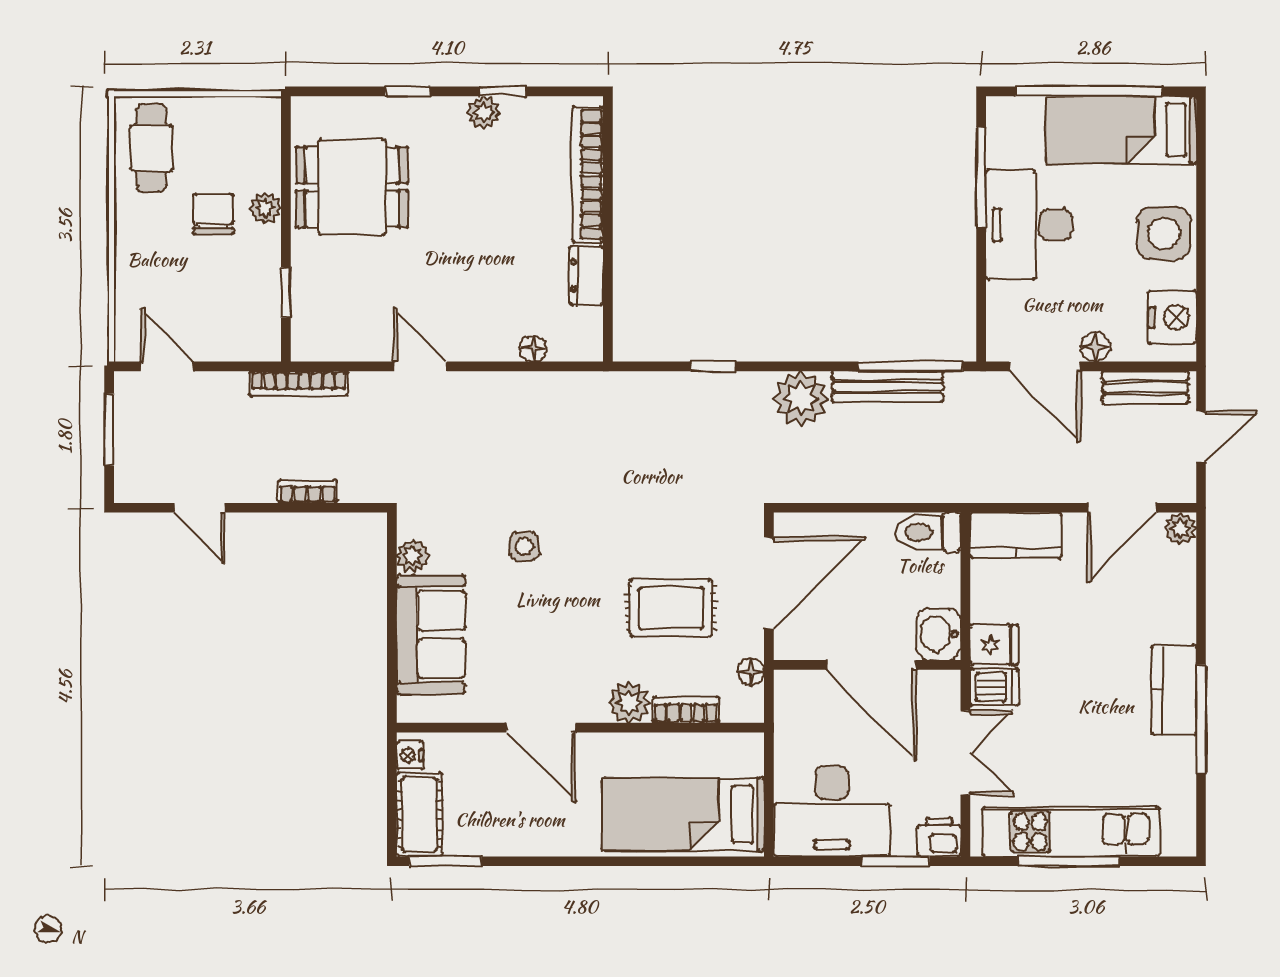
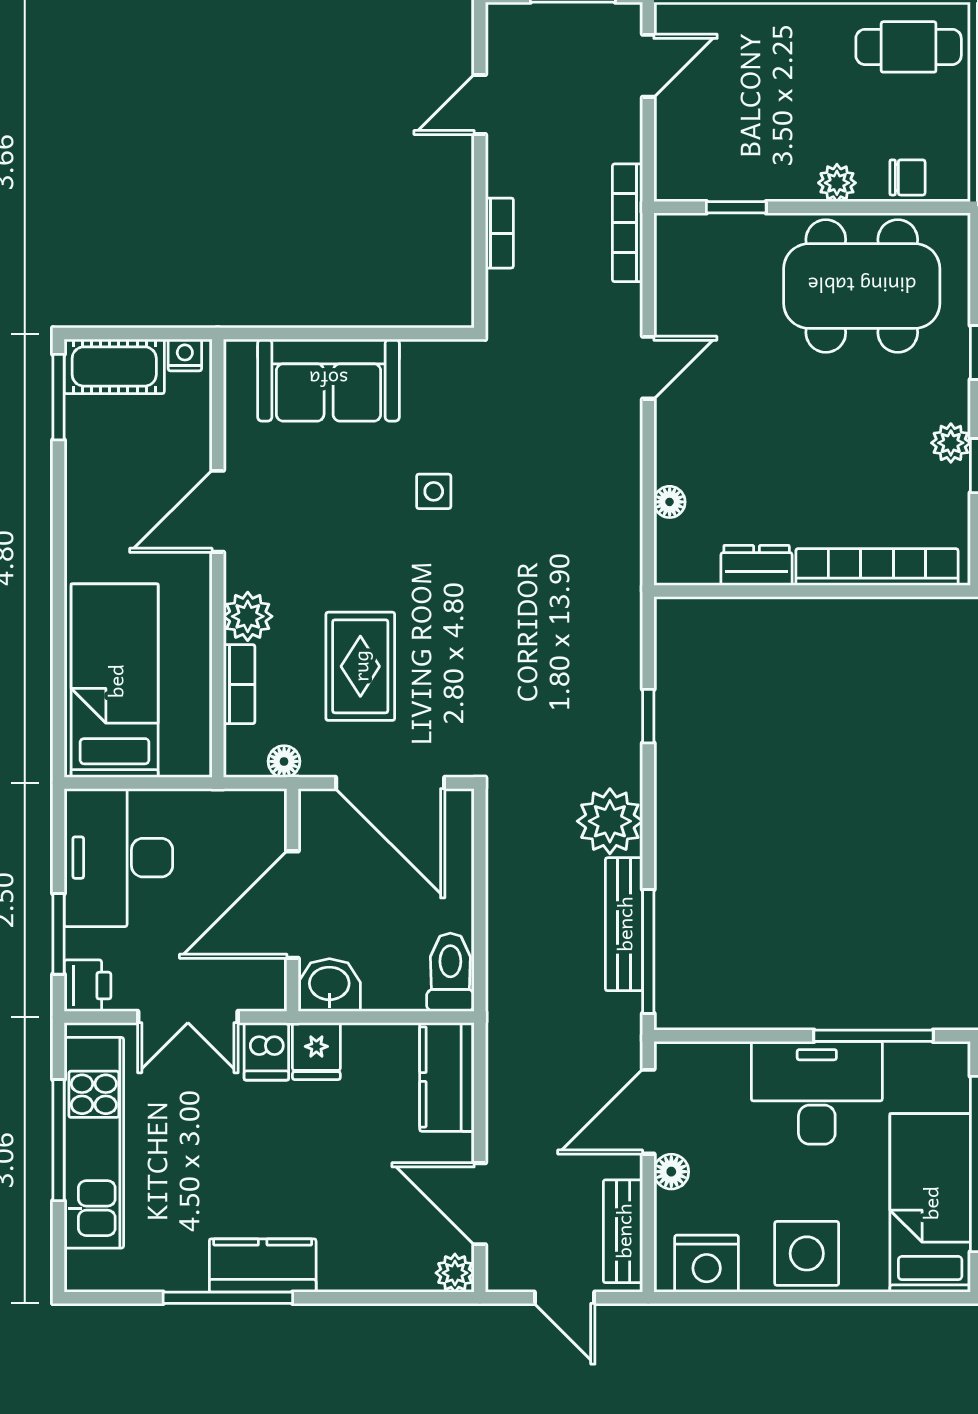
dining table: (352, 187) -> (862, 286), width x1.37
chair: (213, 214) -> (907, 177), moved, width x0.73, depth x0.73
plant: (413, 556) -> (422, 358), removed

